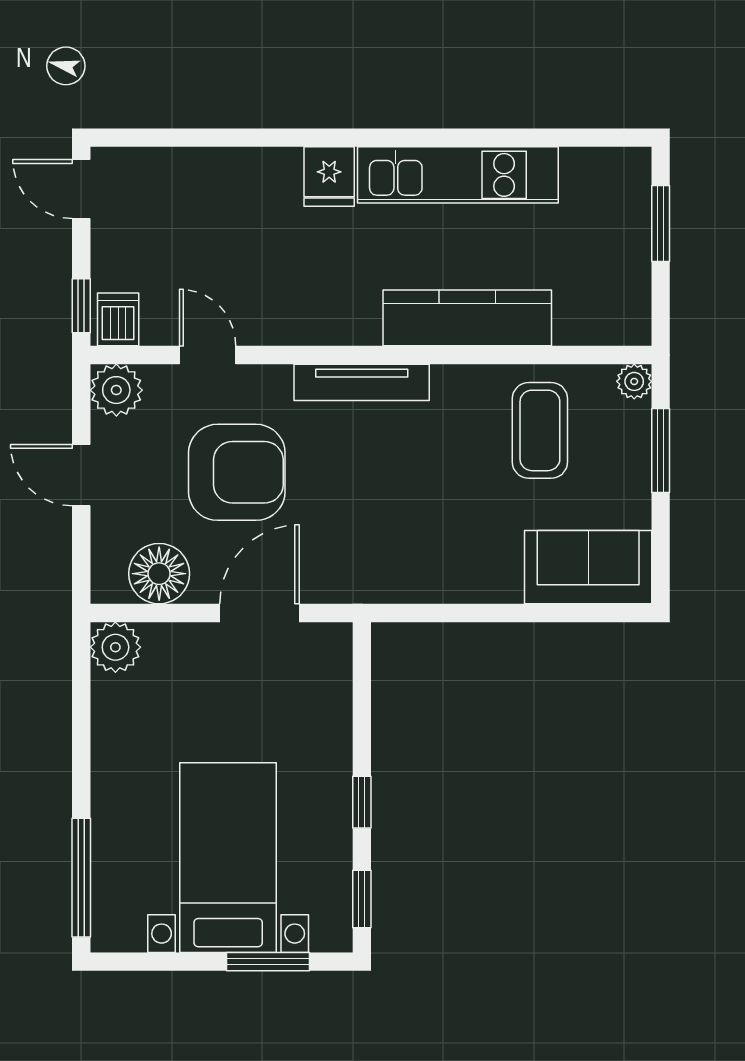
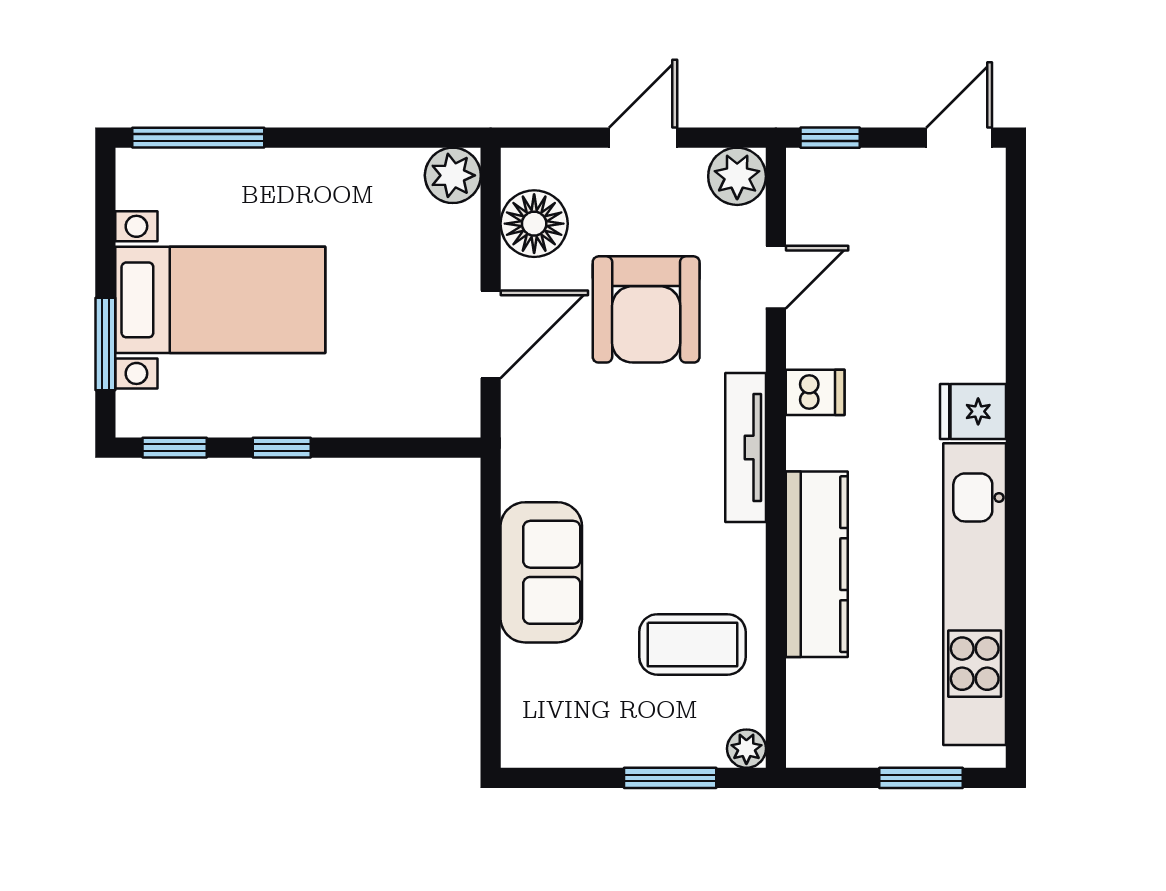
kitchen unit: (458, 175) -> (975, 594), width x1.36
dishwasher: (118, 319) -> (815, 392), moved
sofa: (588, 567) -> (541, 572), moved
door: (259, 613) -> (491, 334), hinge flipped

